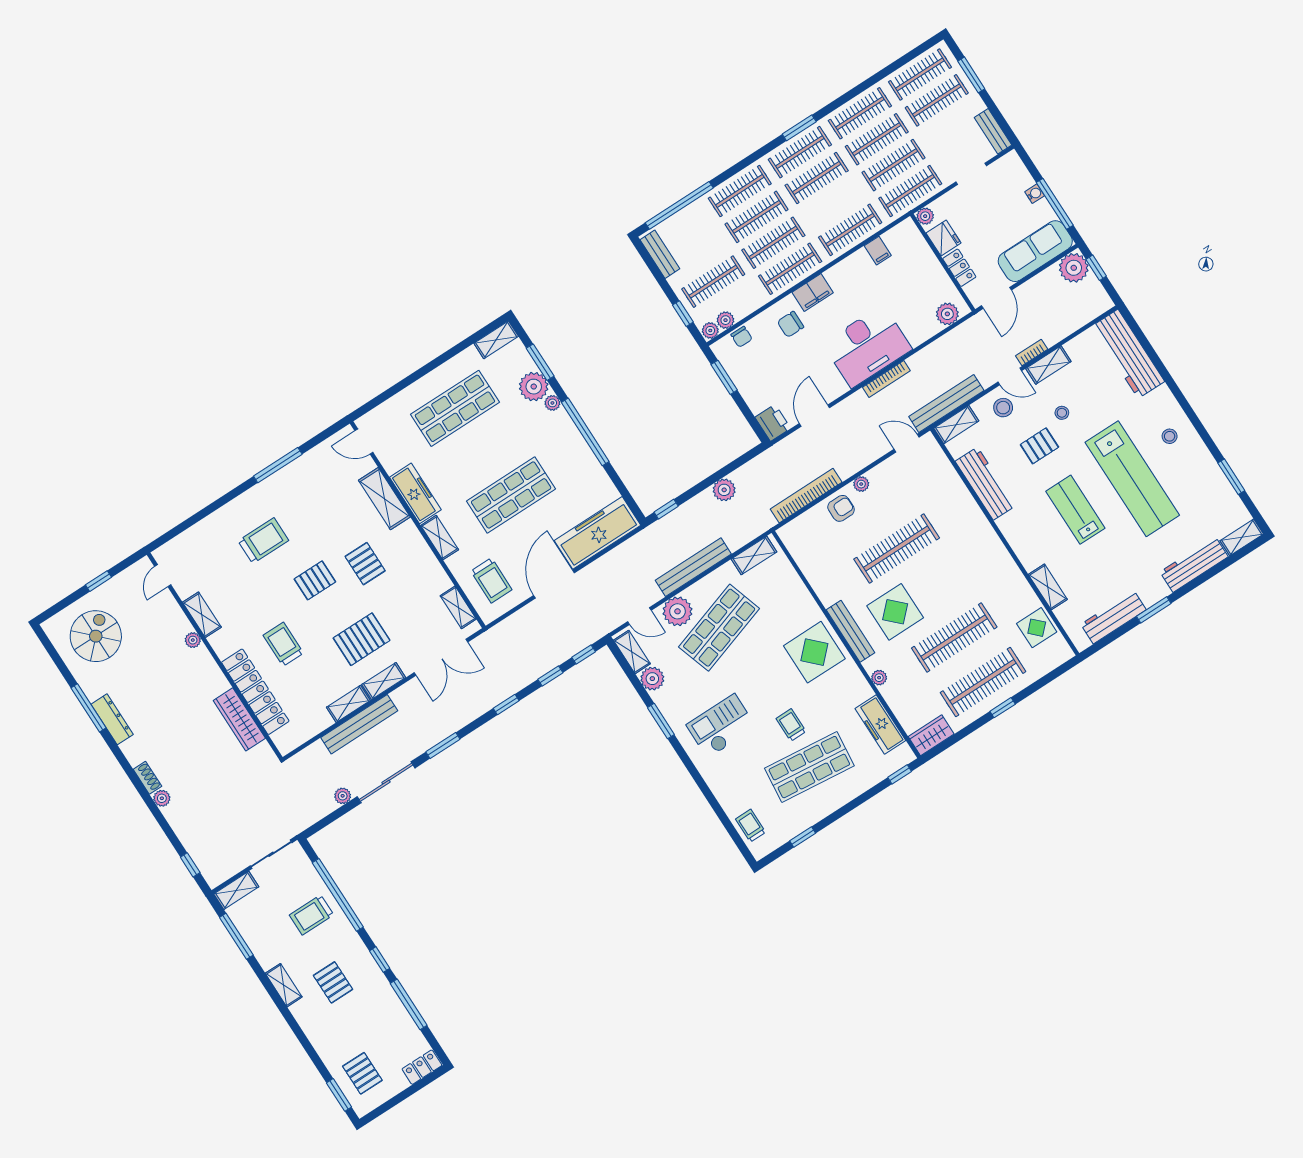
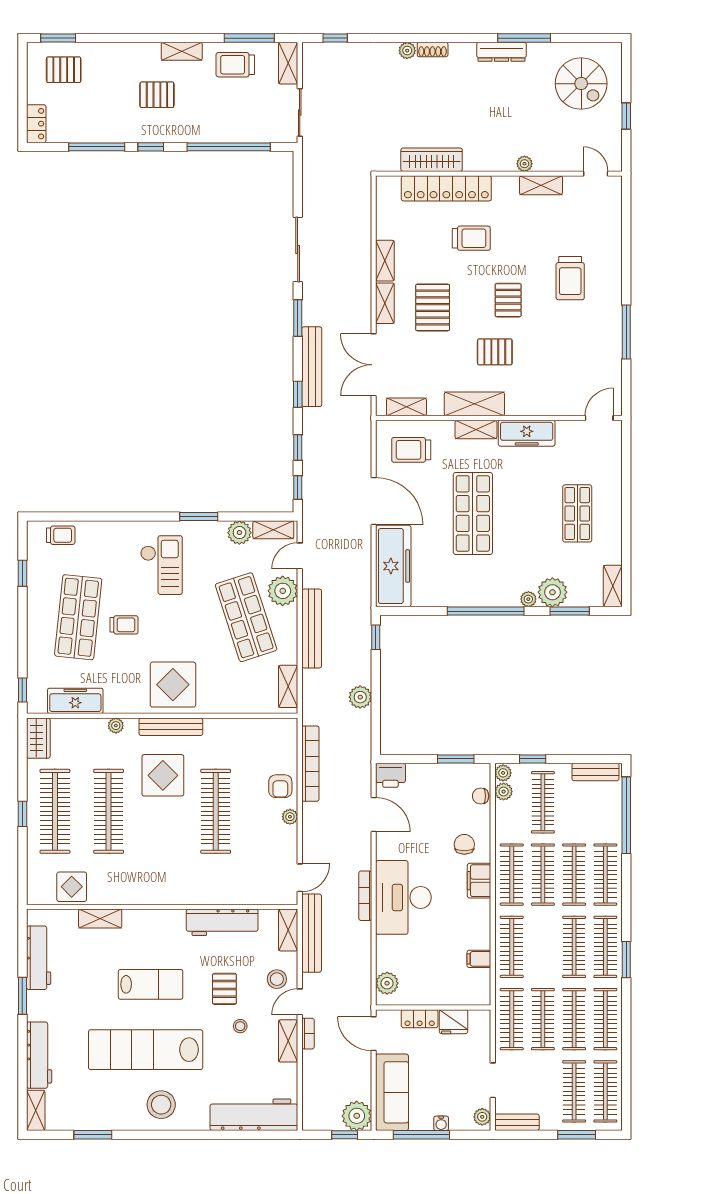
plant: (925, 216) -> (482, 1117), moved
shop shelf: (455, 408) -> (577, 513), width x0.70, depth x0.74
stool: (1170, 436) -> (161, 1105), width x1.89, depth x1.89
shelving: (384, 499) -> (474, 404), moved
bench: (359, 724) -> (312, 367), moved
plant: (343, 796) -> (310, 205), removed
trolley: (311, 915) -> (235, 65), moved, turned -90

